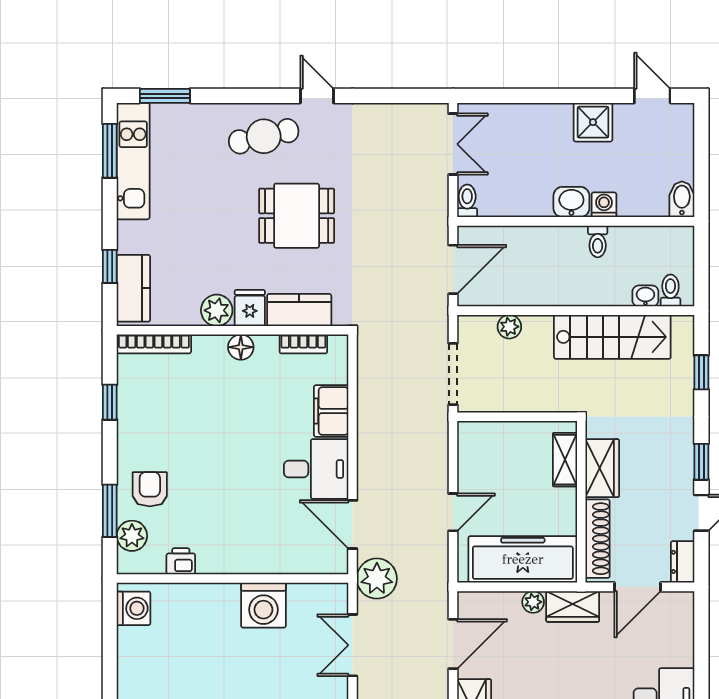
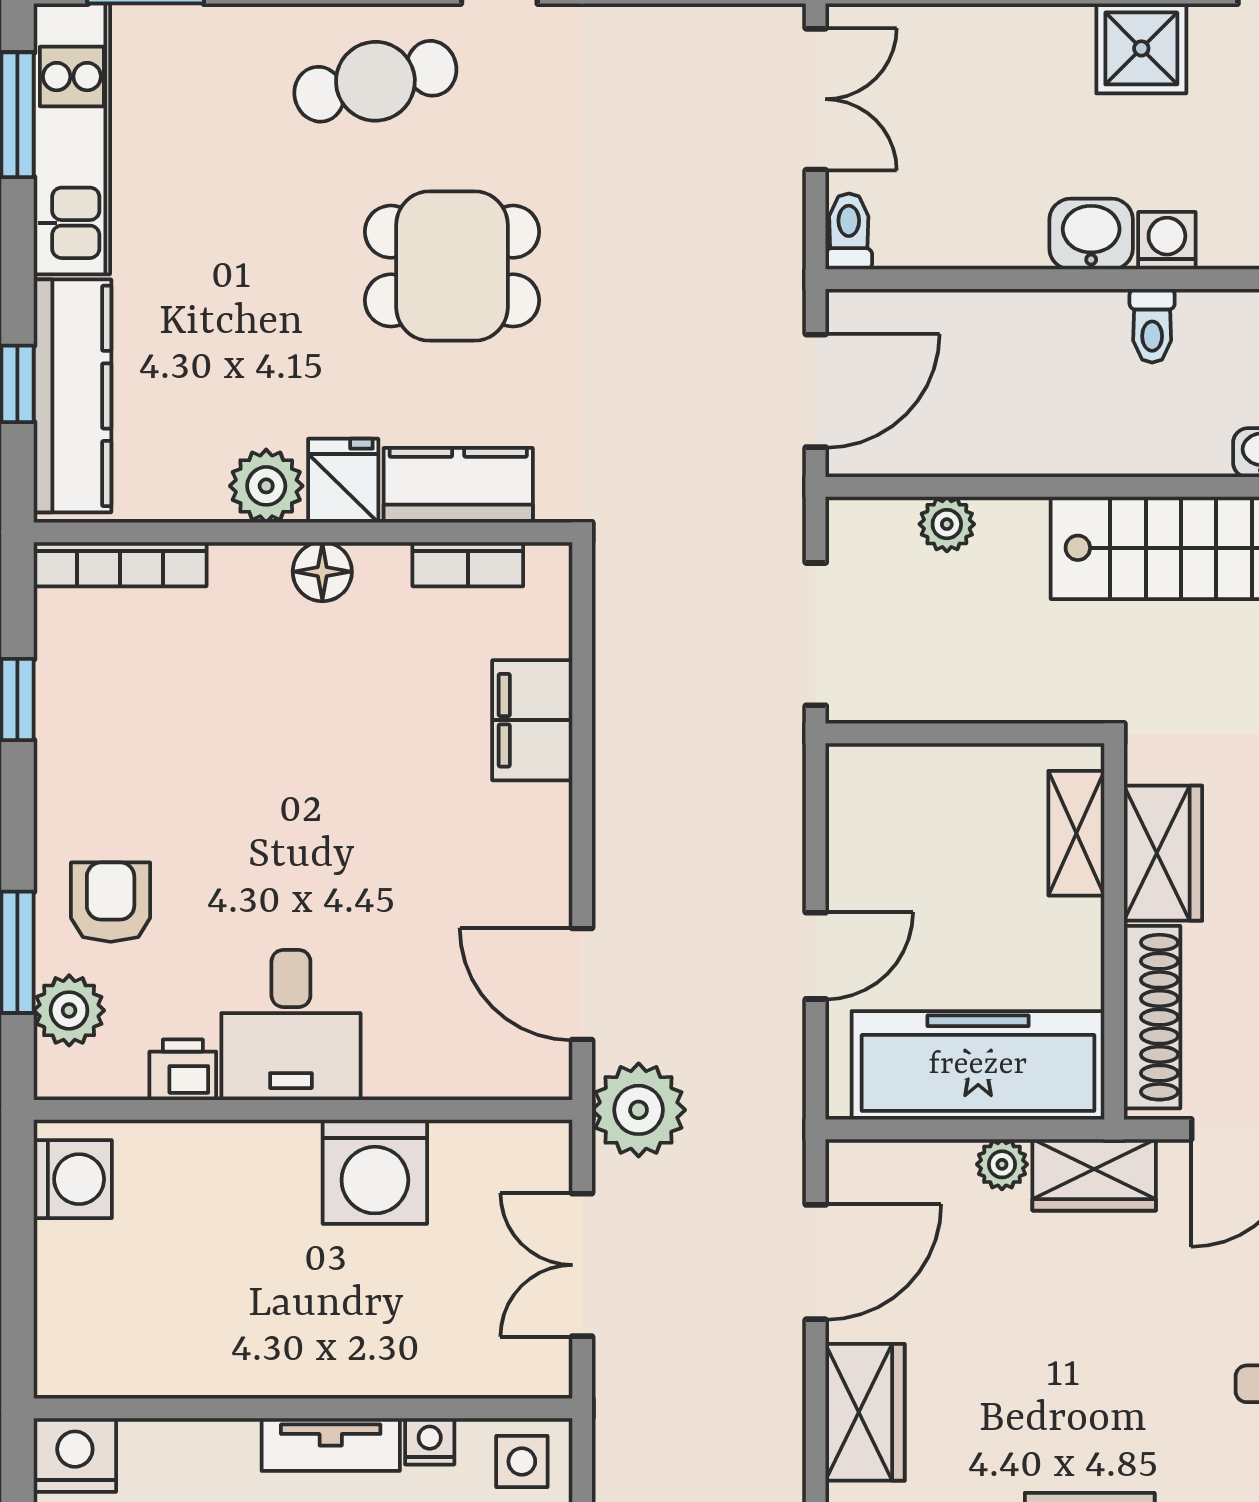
kitchen counter: (133, 288) -> (73, 396), width x1.50
desk: (316, 469) -> (291, 1025), moved, turned 90

